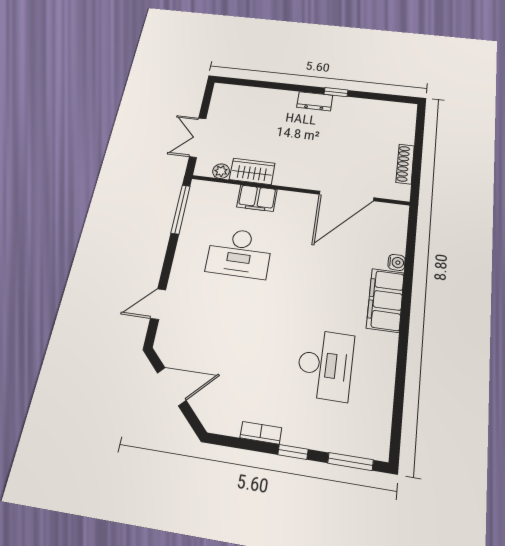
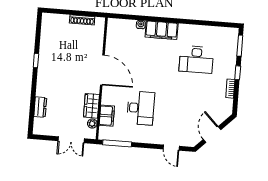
dresser: (315, 101) -> (40, 107), moved
door: (346, 196) -> (102, 70), moved
filing cabinet: (257, 198) -> (107, 116), moved
desk: (325, 365) -> (196, 59), turned 180

